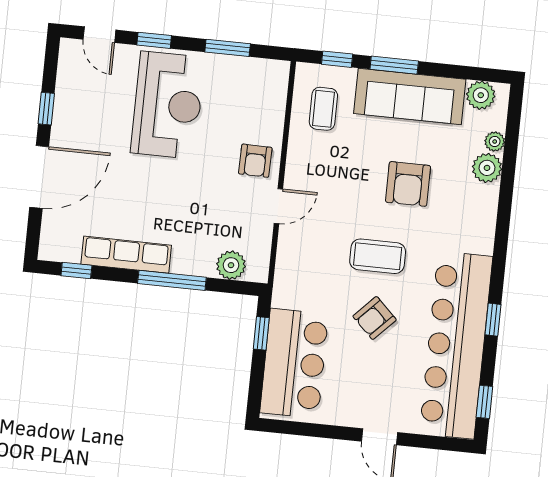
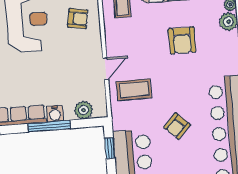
armchair: (255, 161) -> (78, 19), moved, turned -81
coffee table: (378, 256) -> (134, 90), moved
water cooler: (185, 262) -> (55, 114), added

